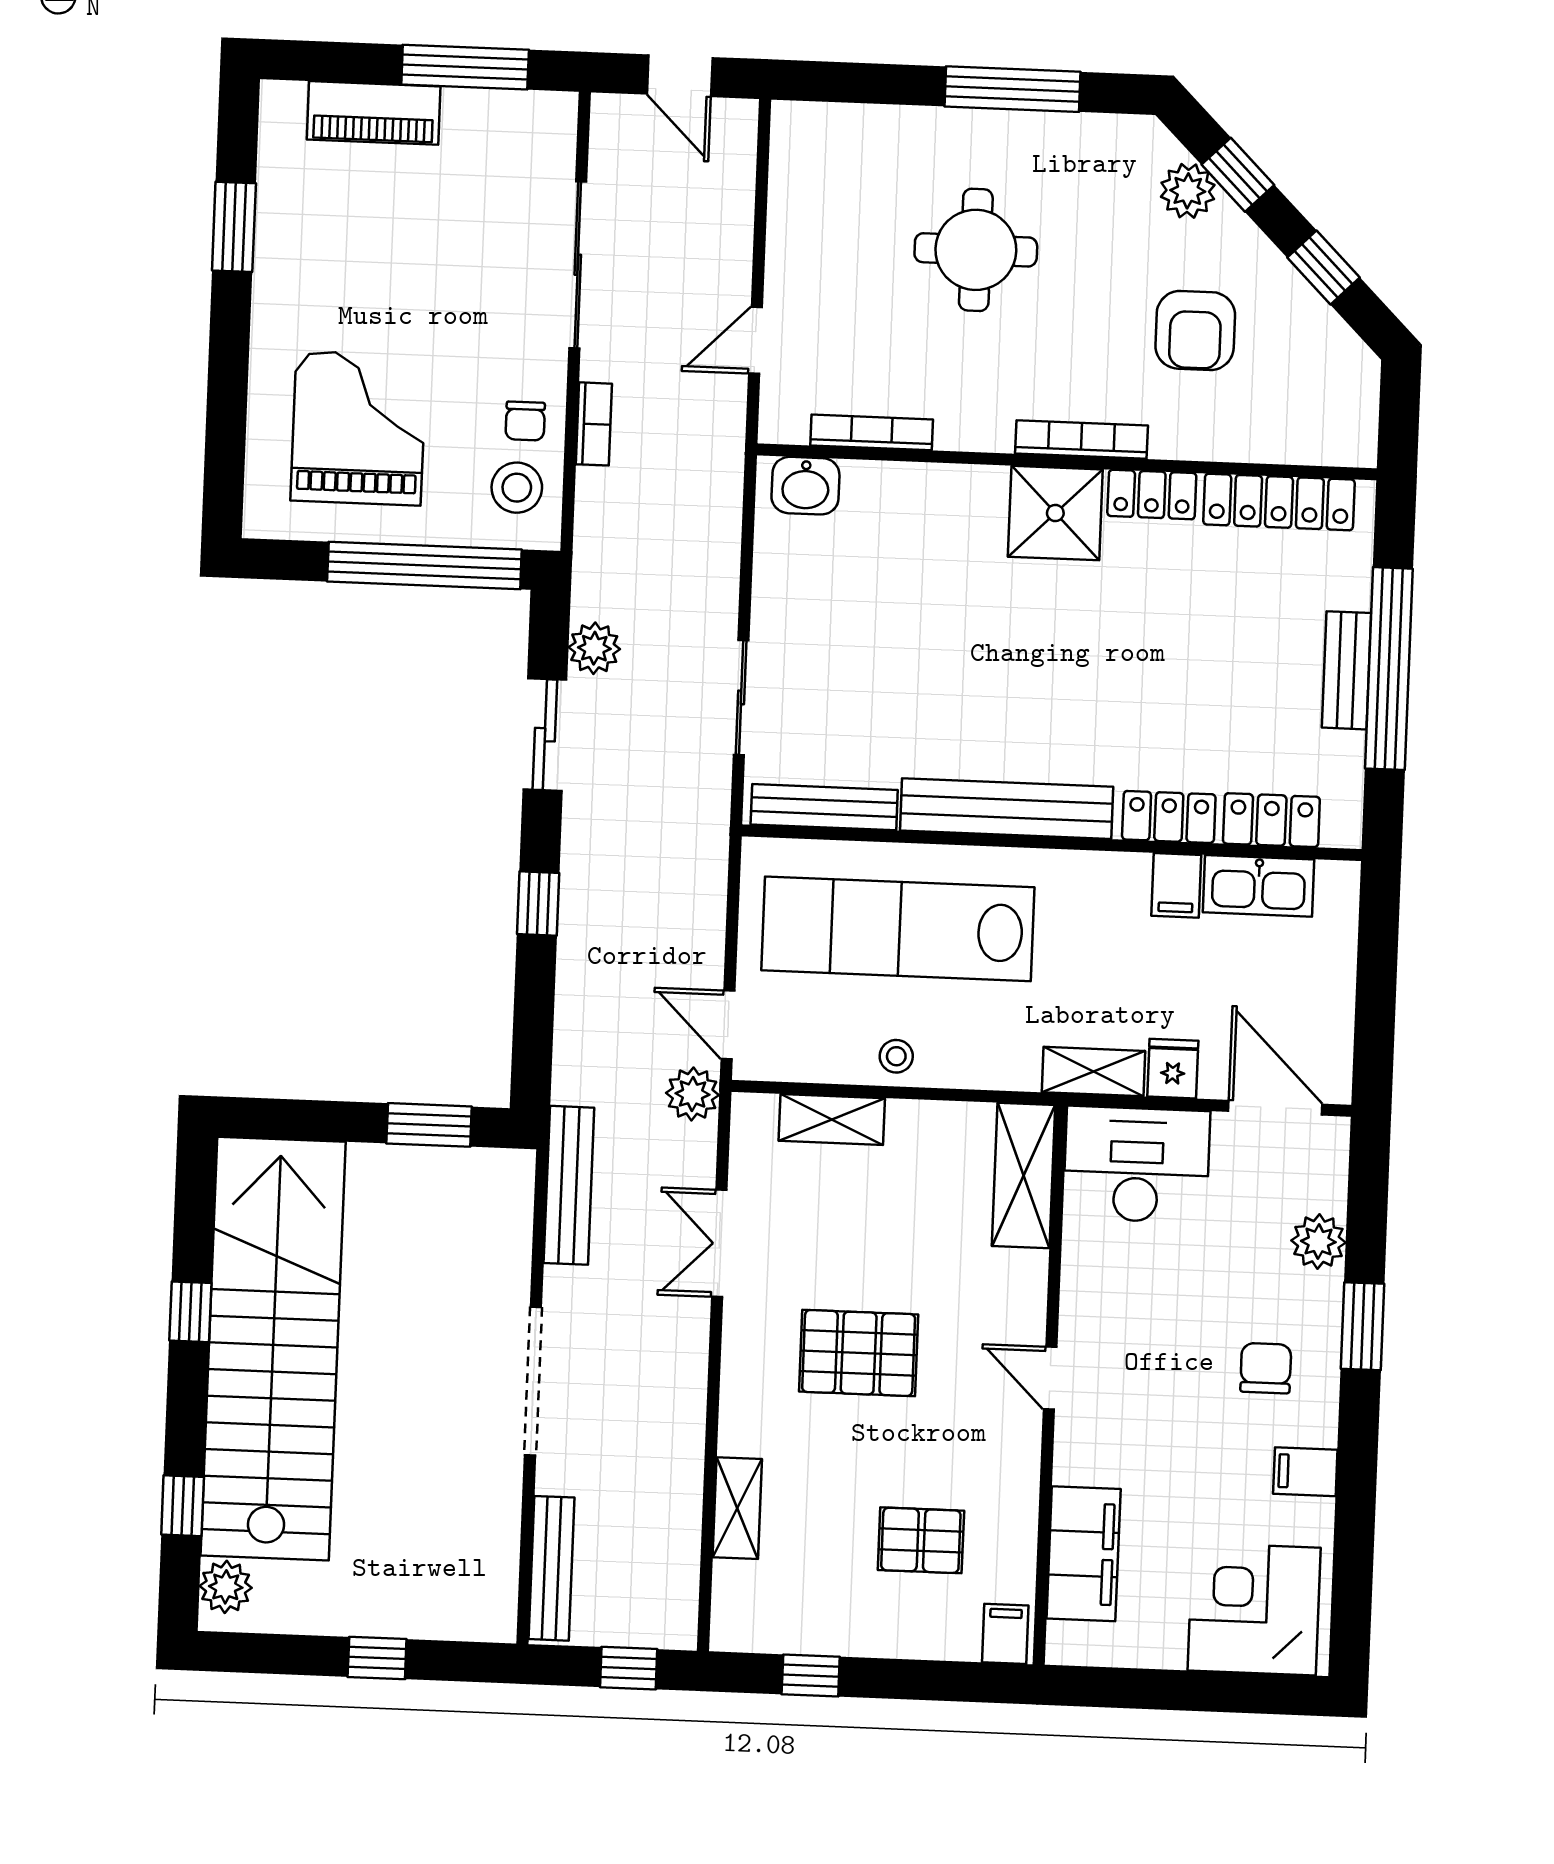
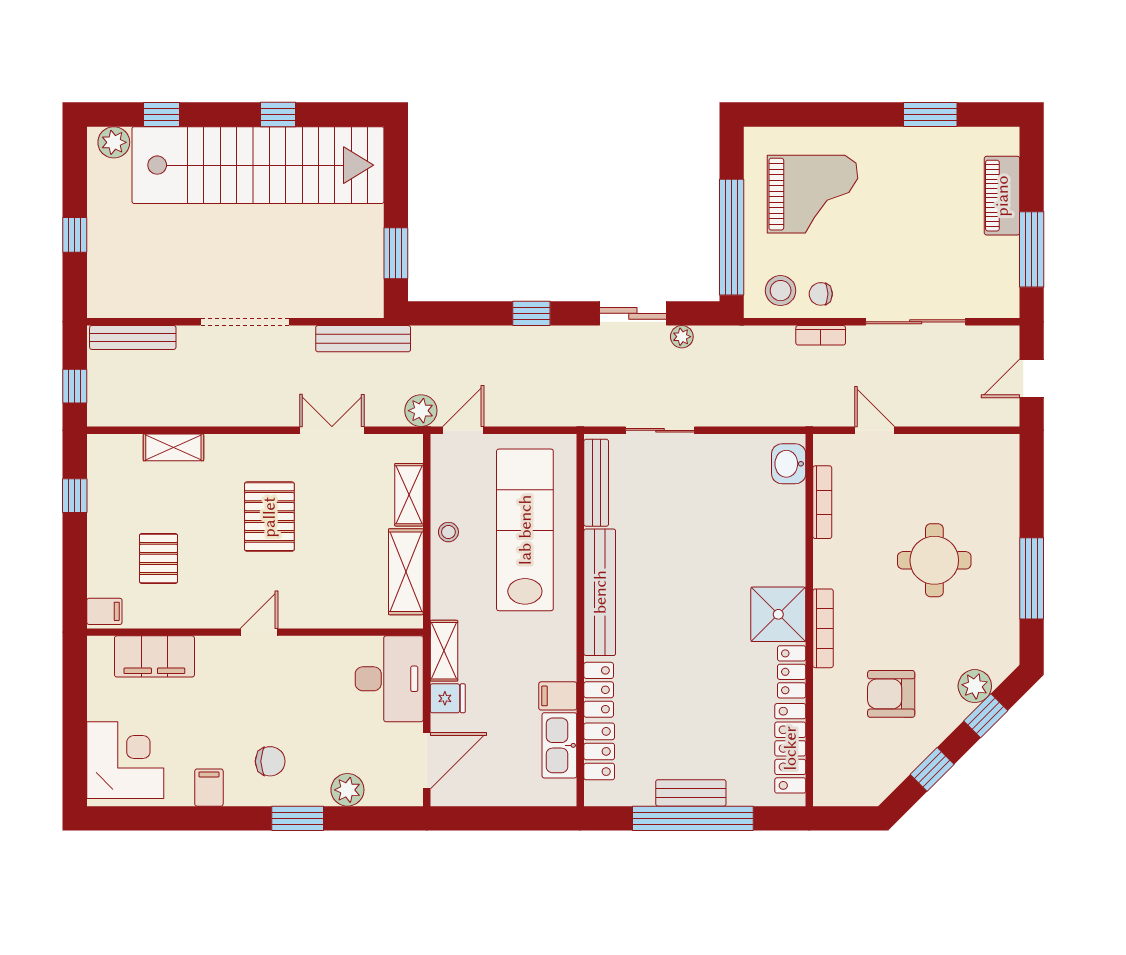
plant: (594, 648) -> (682, 337), width x0.73, depth x0.73
shelving: (1024, 1176) -> (406, 572), moved, turned 90

